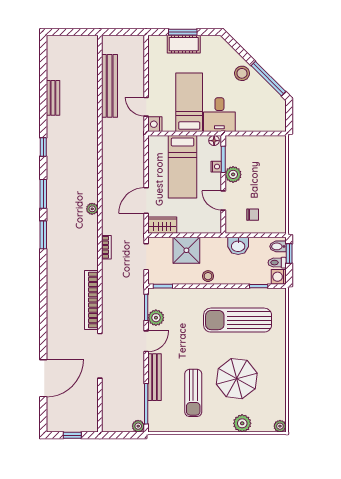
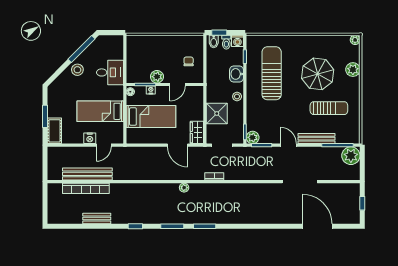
cot: (184, 44) -> (54, 131), moved
desk: (219, 115) -> (110, 72), moved
nightstand: (155, 124) -> (90, 138), moved
washbasin: (238, 246) -> (237, 74), moved, turned 180
bookcase: (91, 300) -> (86, 188), moved
plant: (156, 318) -> (253, 137), moved
sun lounger: (238, 320) -> (272, 73), turned 180
plant: (138, 426) -> (351, 156), width x1.88, depth x1.88

